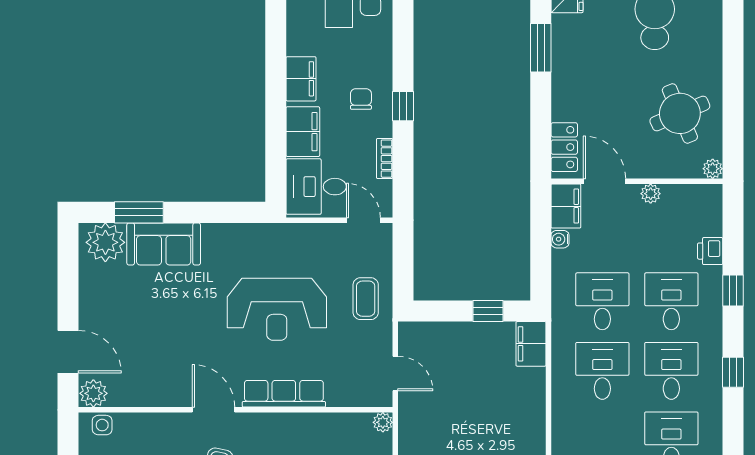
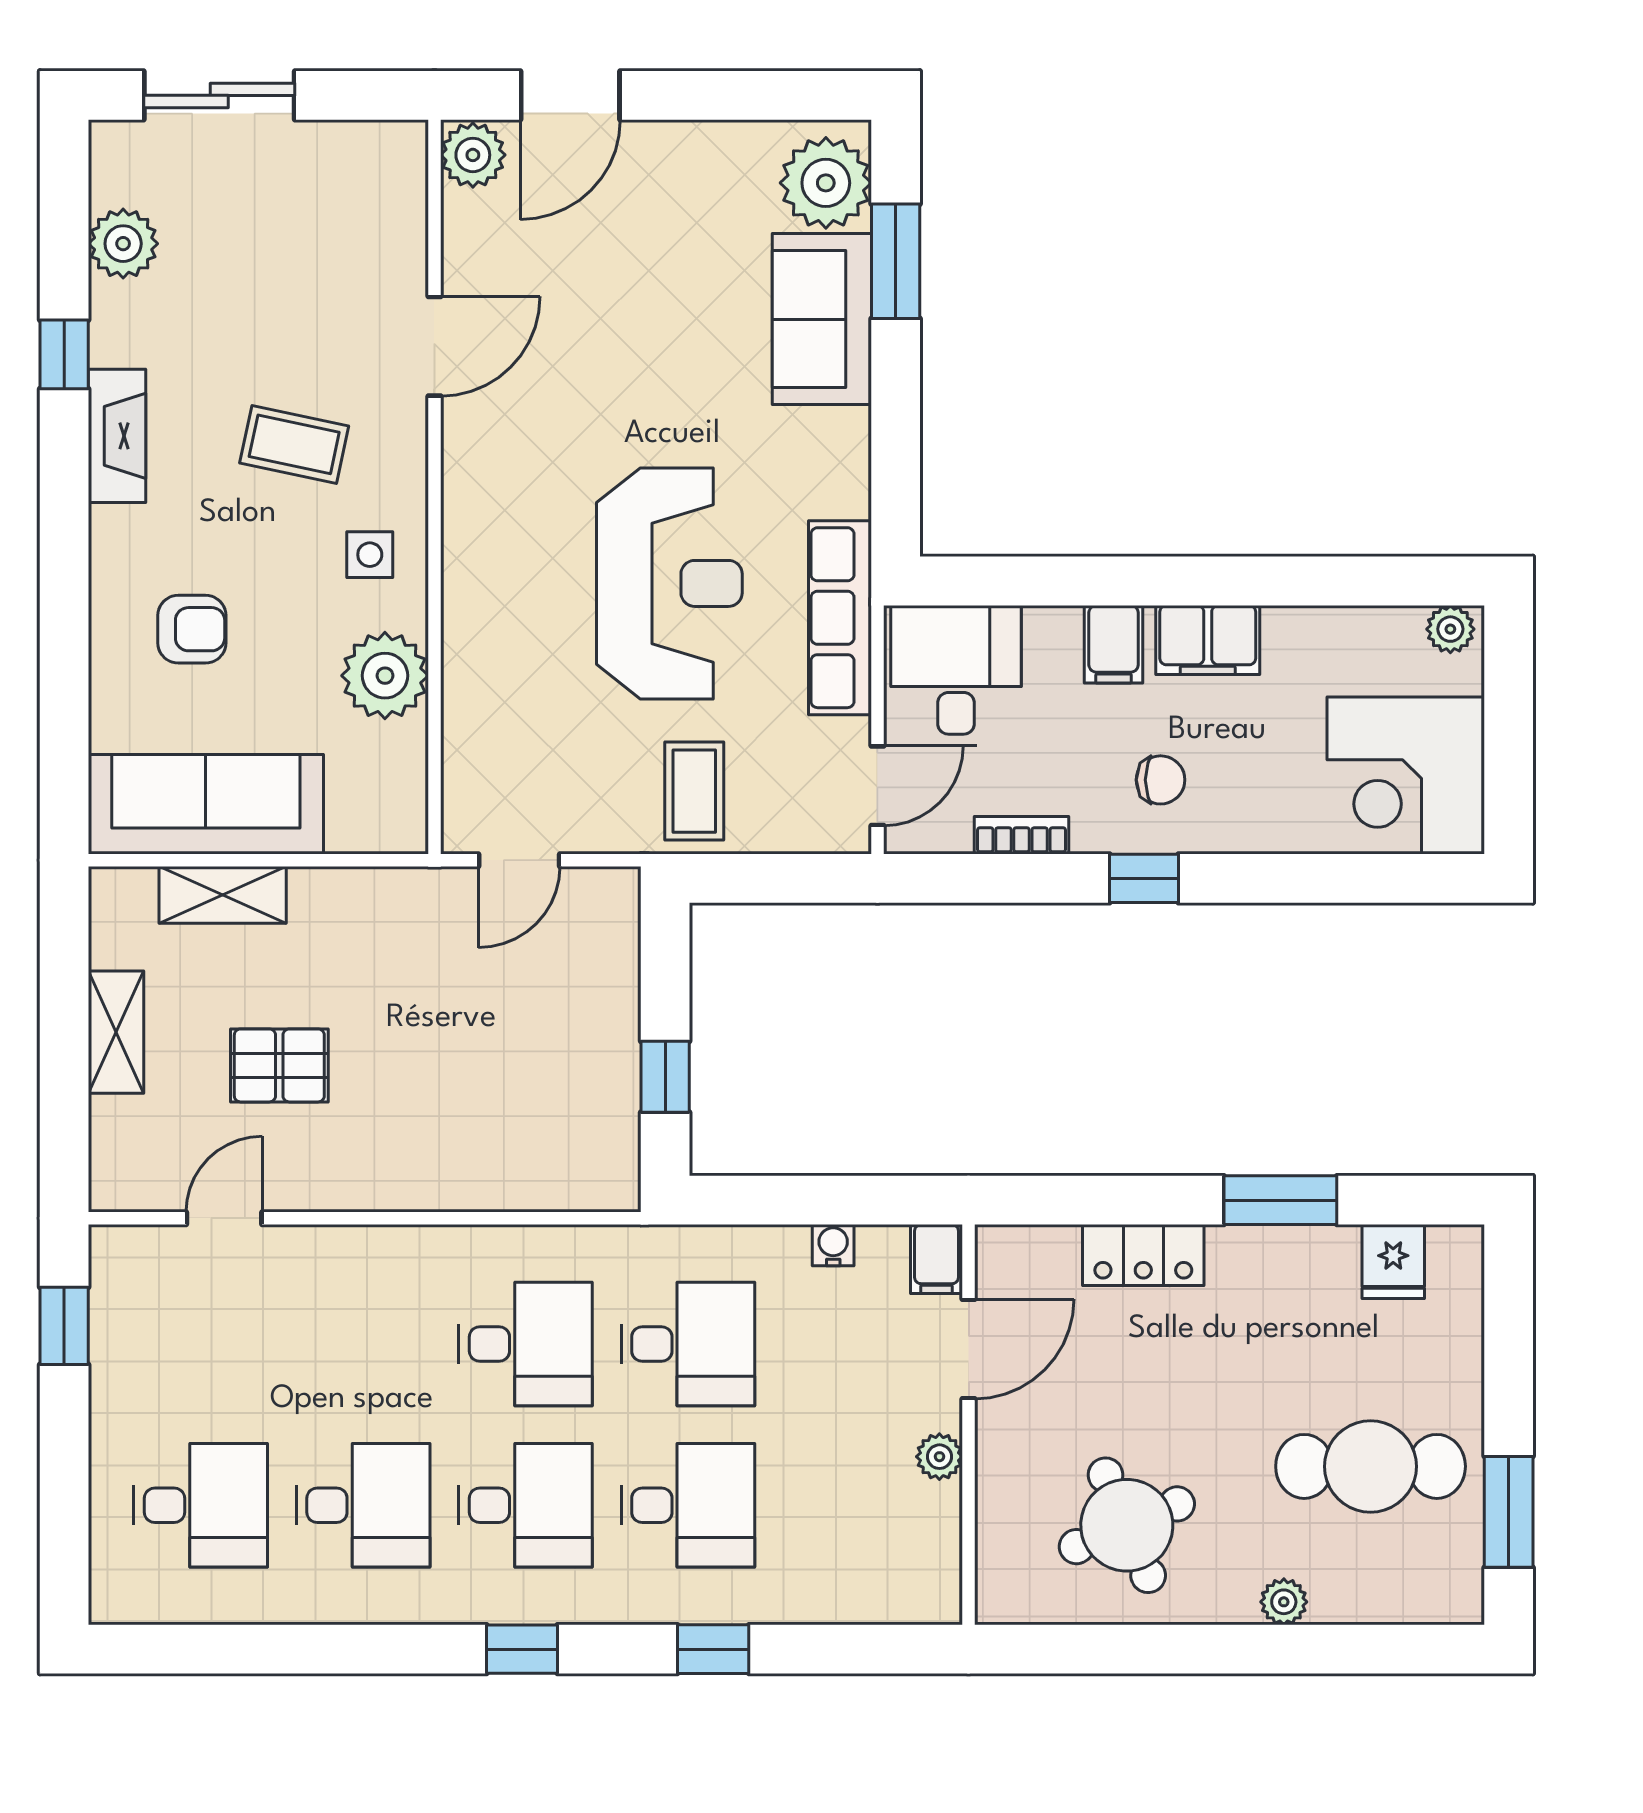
filing cabinet: (303, 132) -> (1114, 644), width x0.50
locker: (564, 147) -> (1143, 1255), moved
plant: (713, 169) -> (1284, 1602), moved
filing cabinet: (566, 206) -> (937, 1259), width x0.50
printer: (710, 251) -> (805, 1596), removed
coffee table: (366, 299) -> (694, 791), turned 90
reception desk: (277, 309) -> (669, 583), turned 180
filing cabinet: (531, 344) -> (588, 1177), removed
row of seats: (284, 394) -> (840, 618), moved, turned 180
door: (214, 410) -> (434, 346), moved
plant: (383, 422) -> (385, 676), moved, width x1.88, depth x1.88
side table: (102, 425) -> (370, 555), moved

